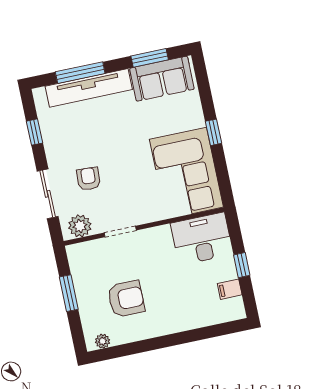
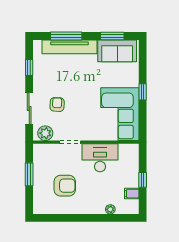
desk: (202, 239) -> (100, 158), moved
plant: (103, 341) -> (110, 209), moved

